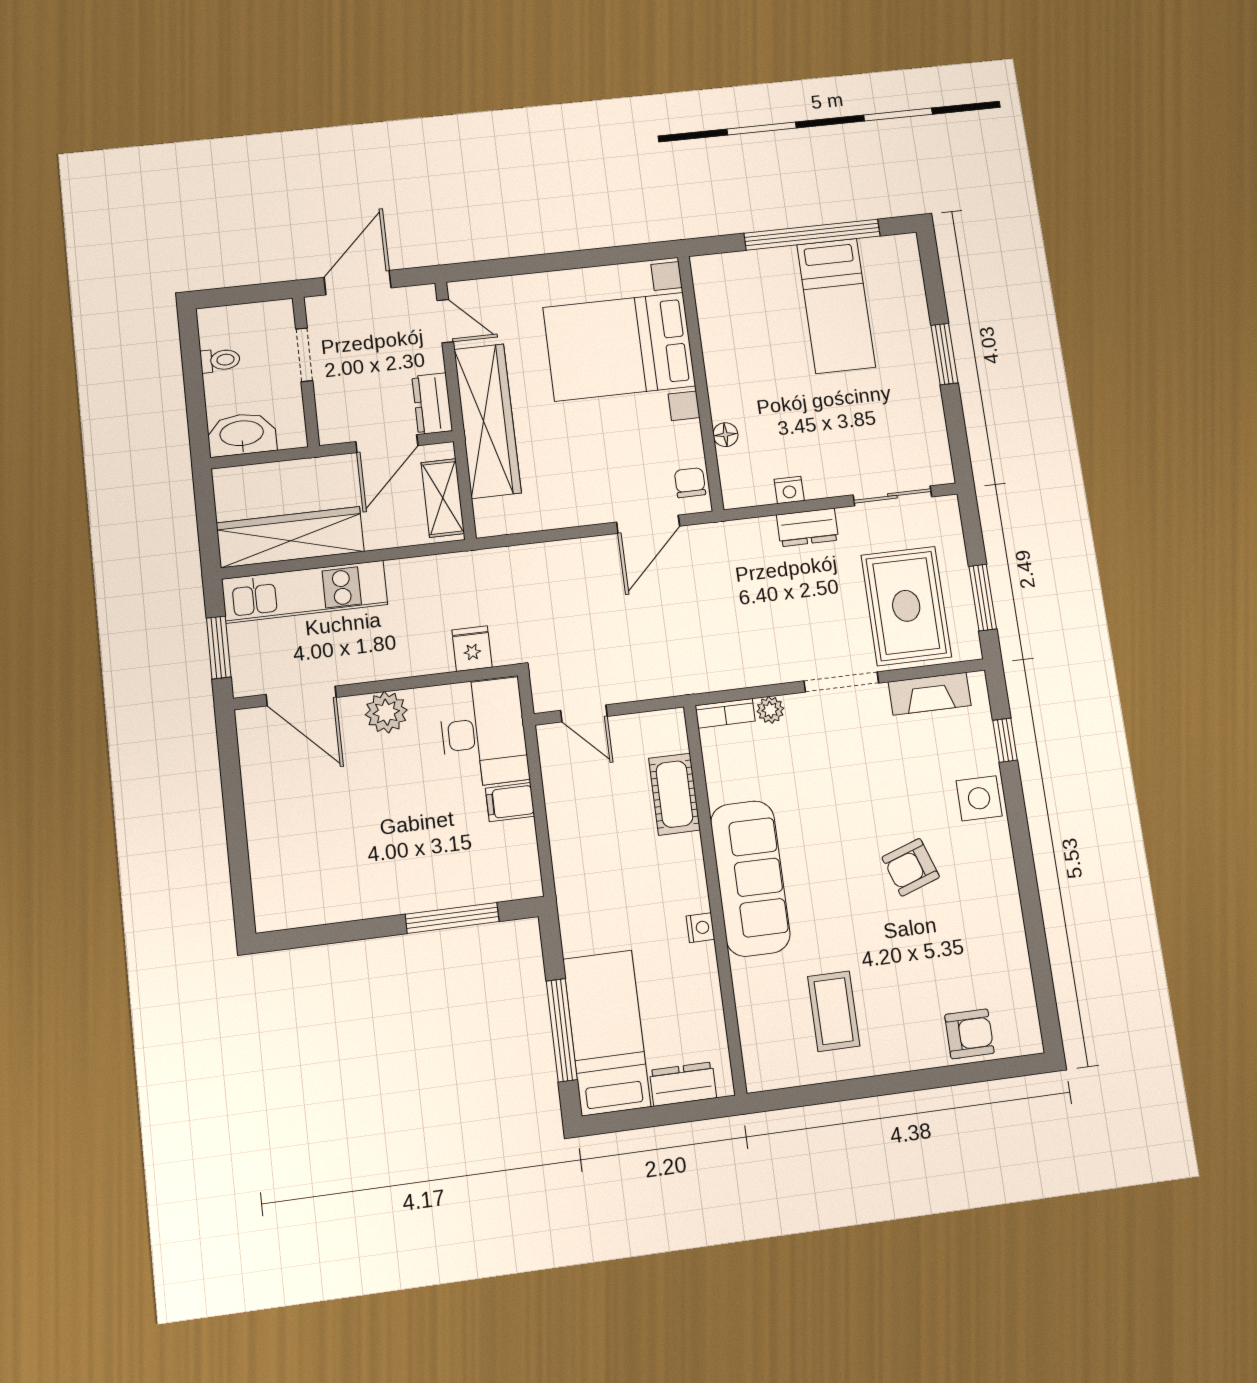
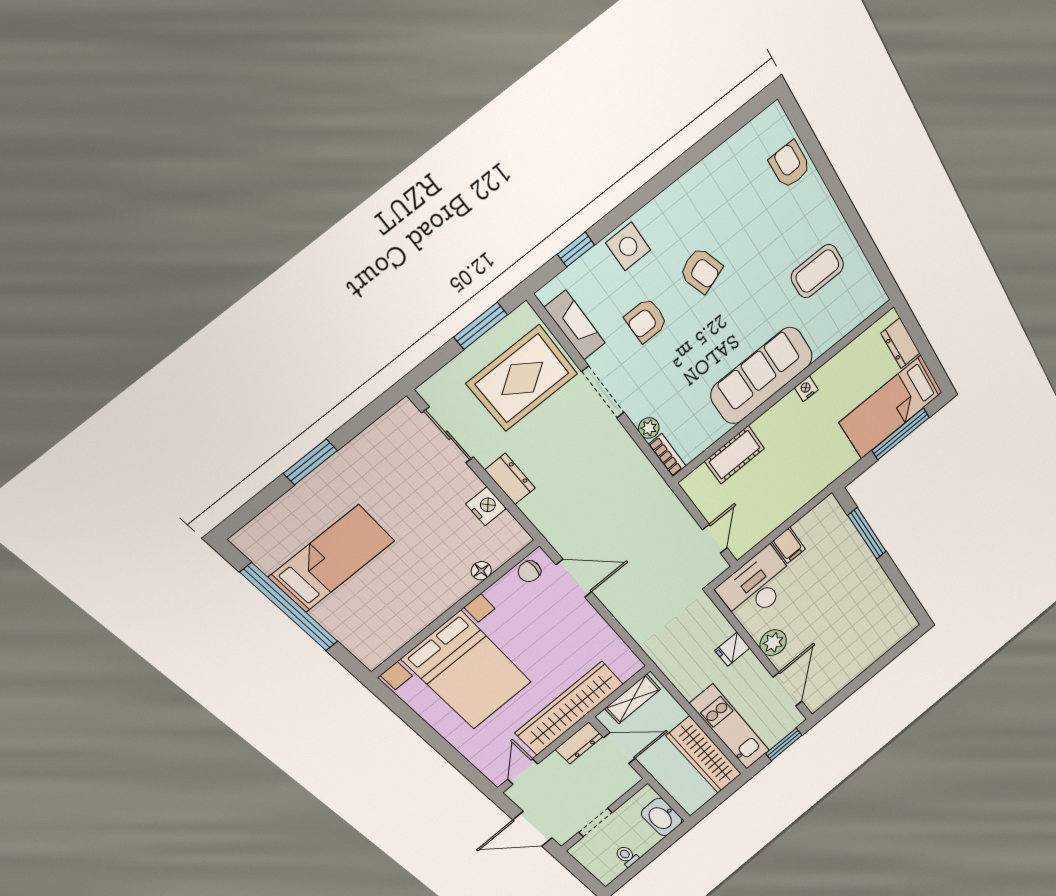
nightstand: (789, 490) -> (486, 506), width x1.39, depth x1.35
fridge: (472, 649) -> (732, 649), moved
armchair: (891, 774) -> (646, 320), added

